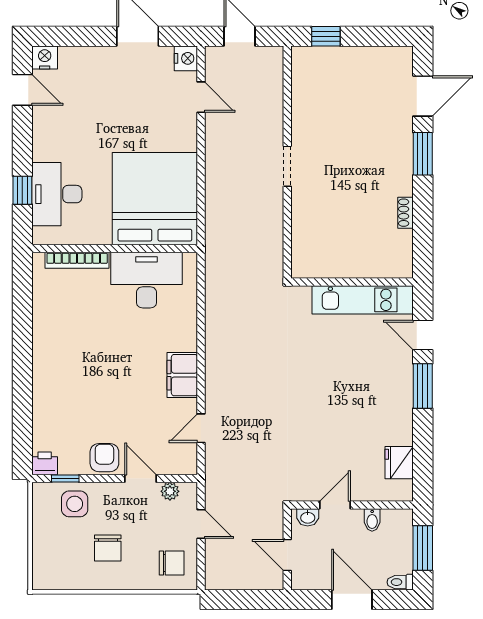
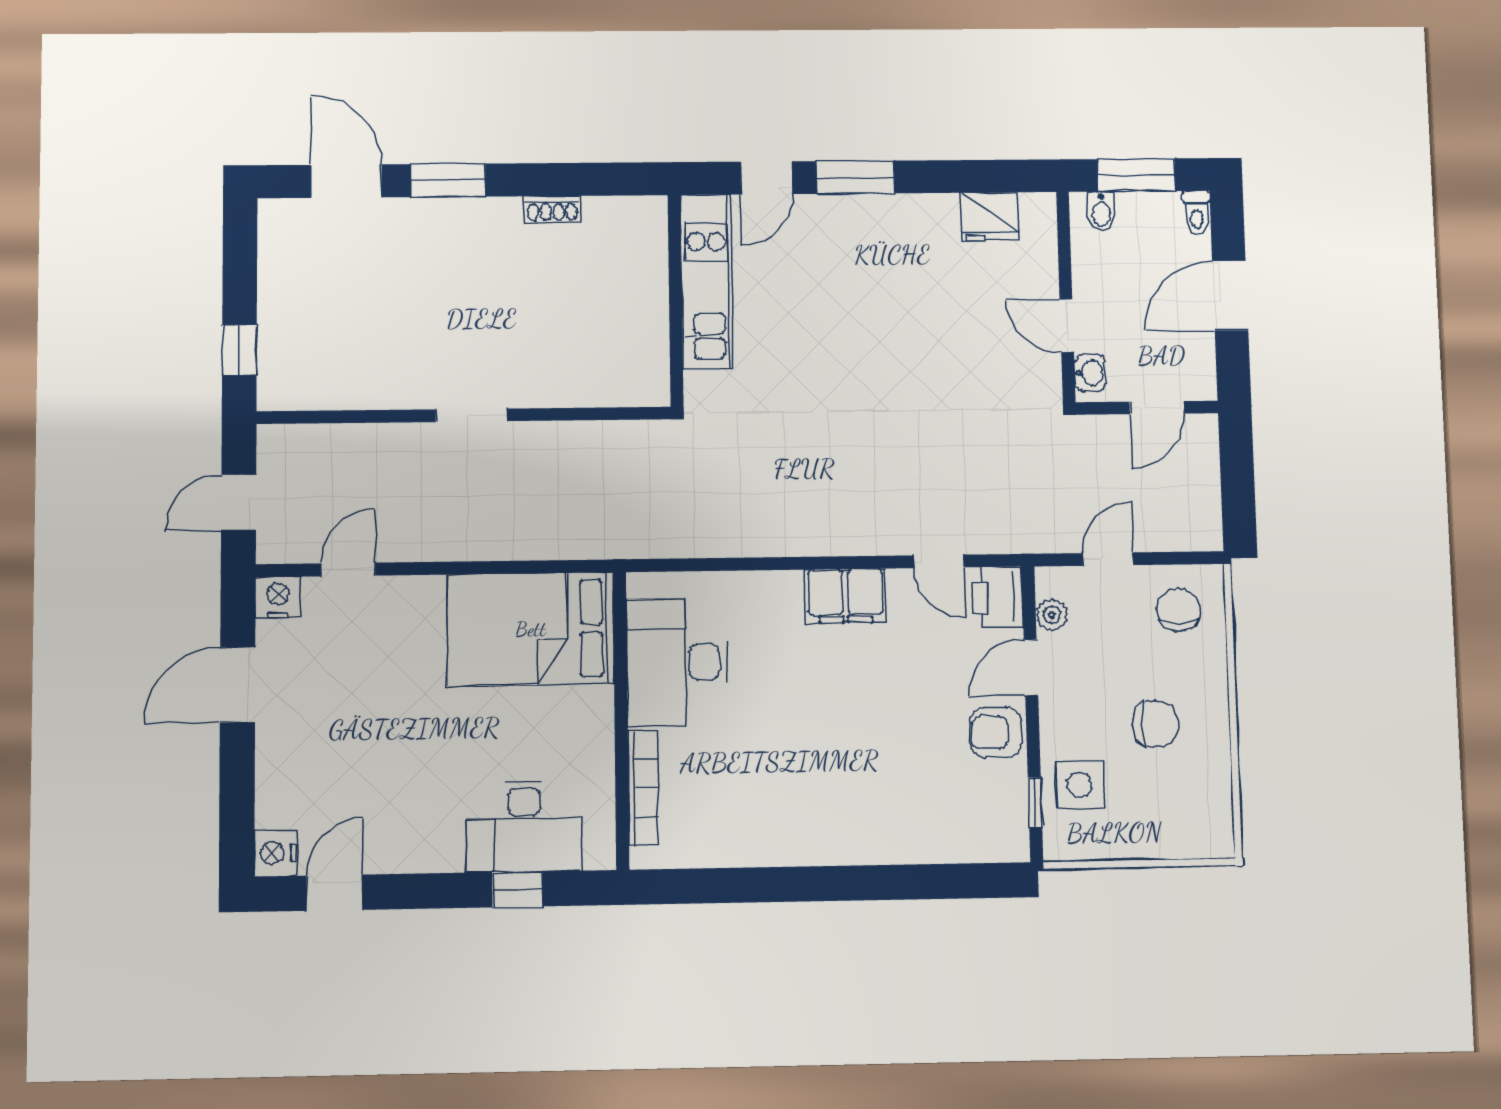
bed: (155, 199) -> (531, 629), width x0.73
printer: (45, 463) -> (997, 598), moved, width x1.36, depth x1.24
bidet: (372, 520) -> (1101, 211), moved, turned 90

